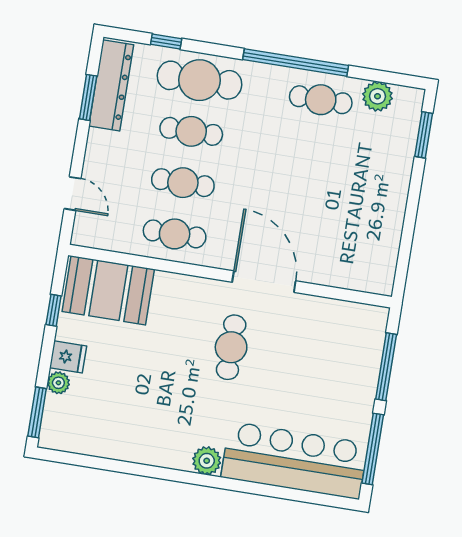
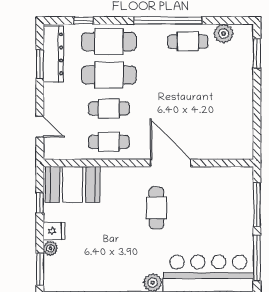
cafe table: (191, 131) -> (109, 75), width x1.37, depth x1.35

